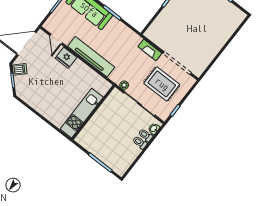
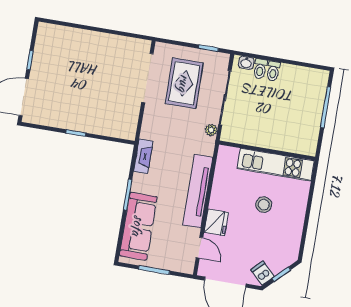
door: (56, 39) -> (200, 248), hinge flipped
fireplace: (150, 50) -> (143, 156), moved
stool: (61, 93) -> (264, 205), added

